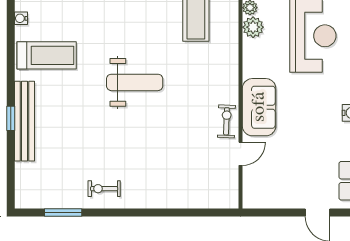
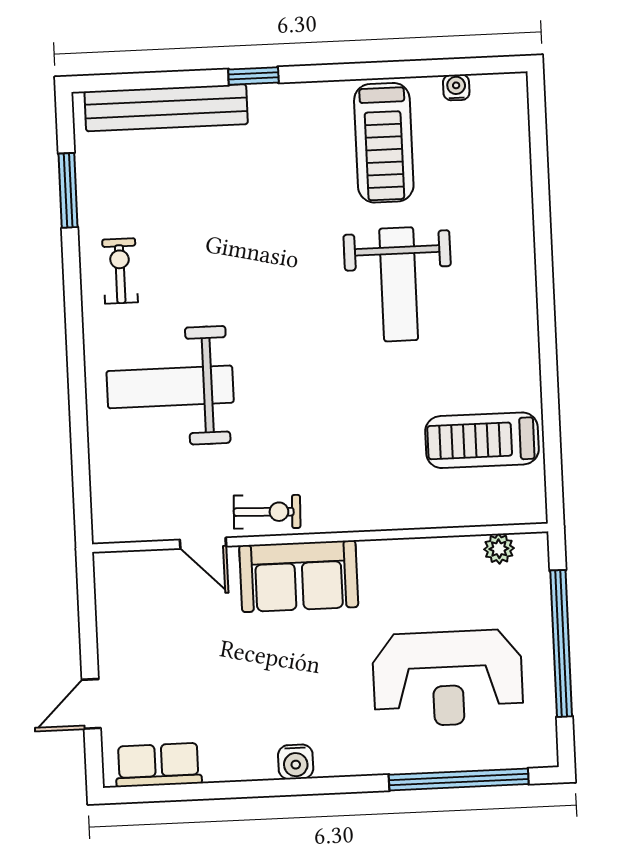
plant: (253, 27) -> (460, 557), removed
weight bench: (135, 82) -> (399, 284), moved
bench: (24, 121) -> (166, 108), moved
weight bench: (163, 167) -> (170, 387), added

